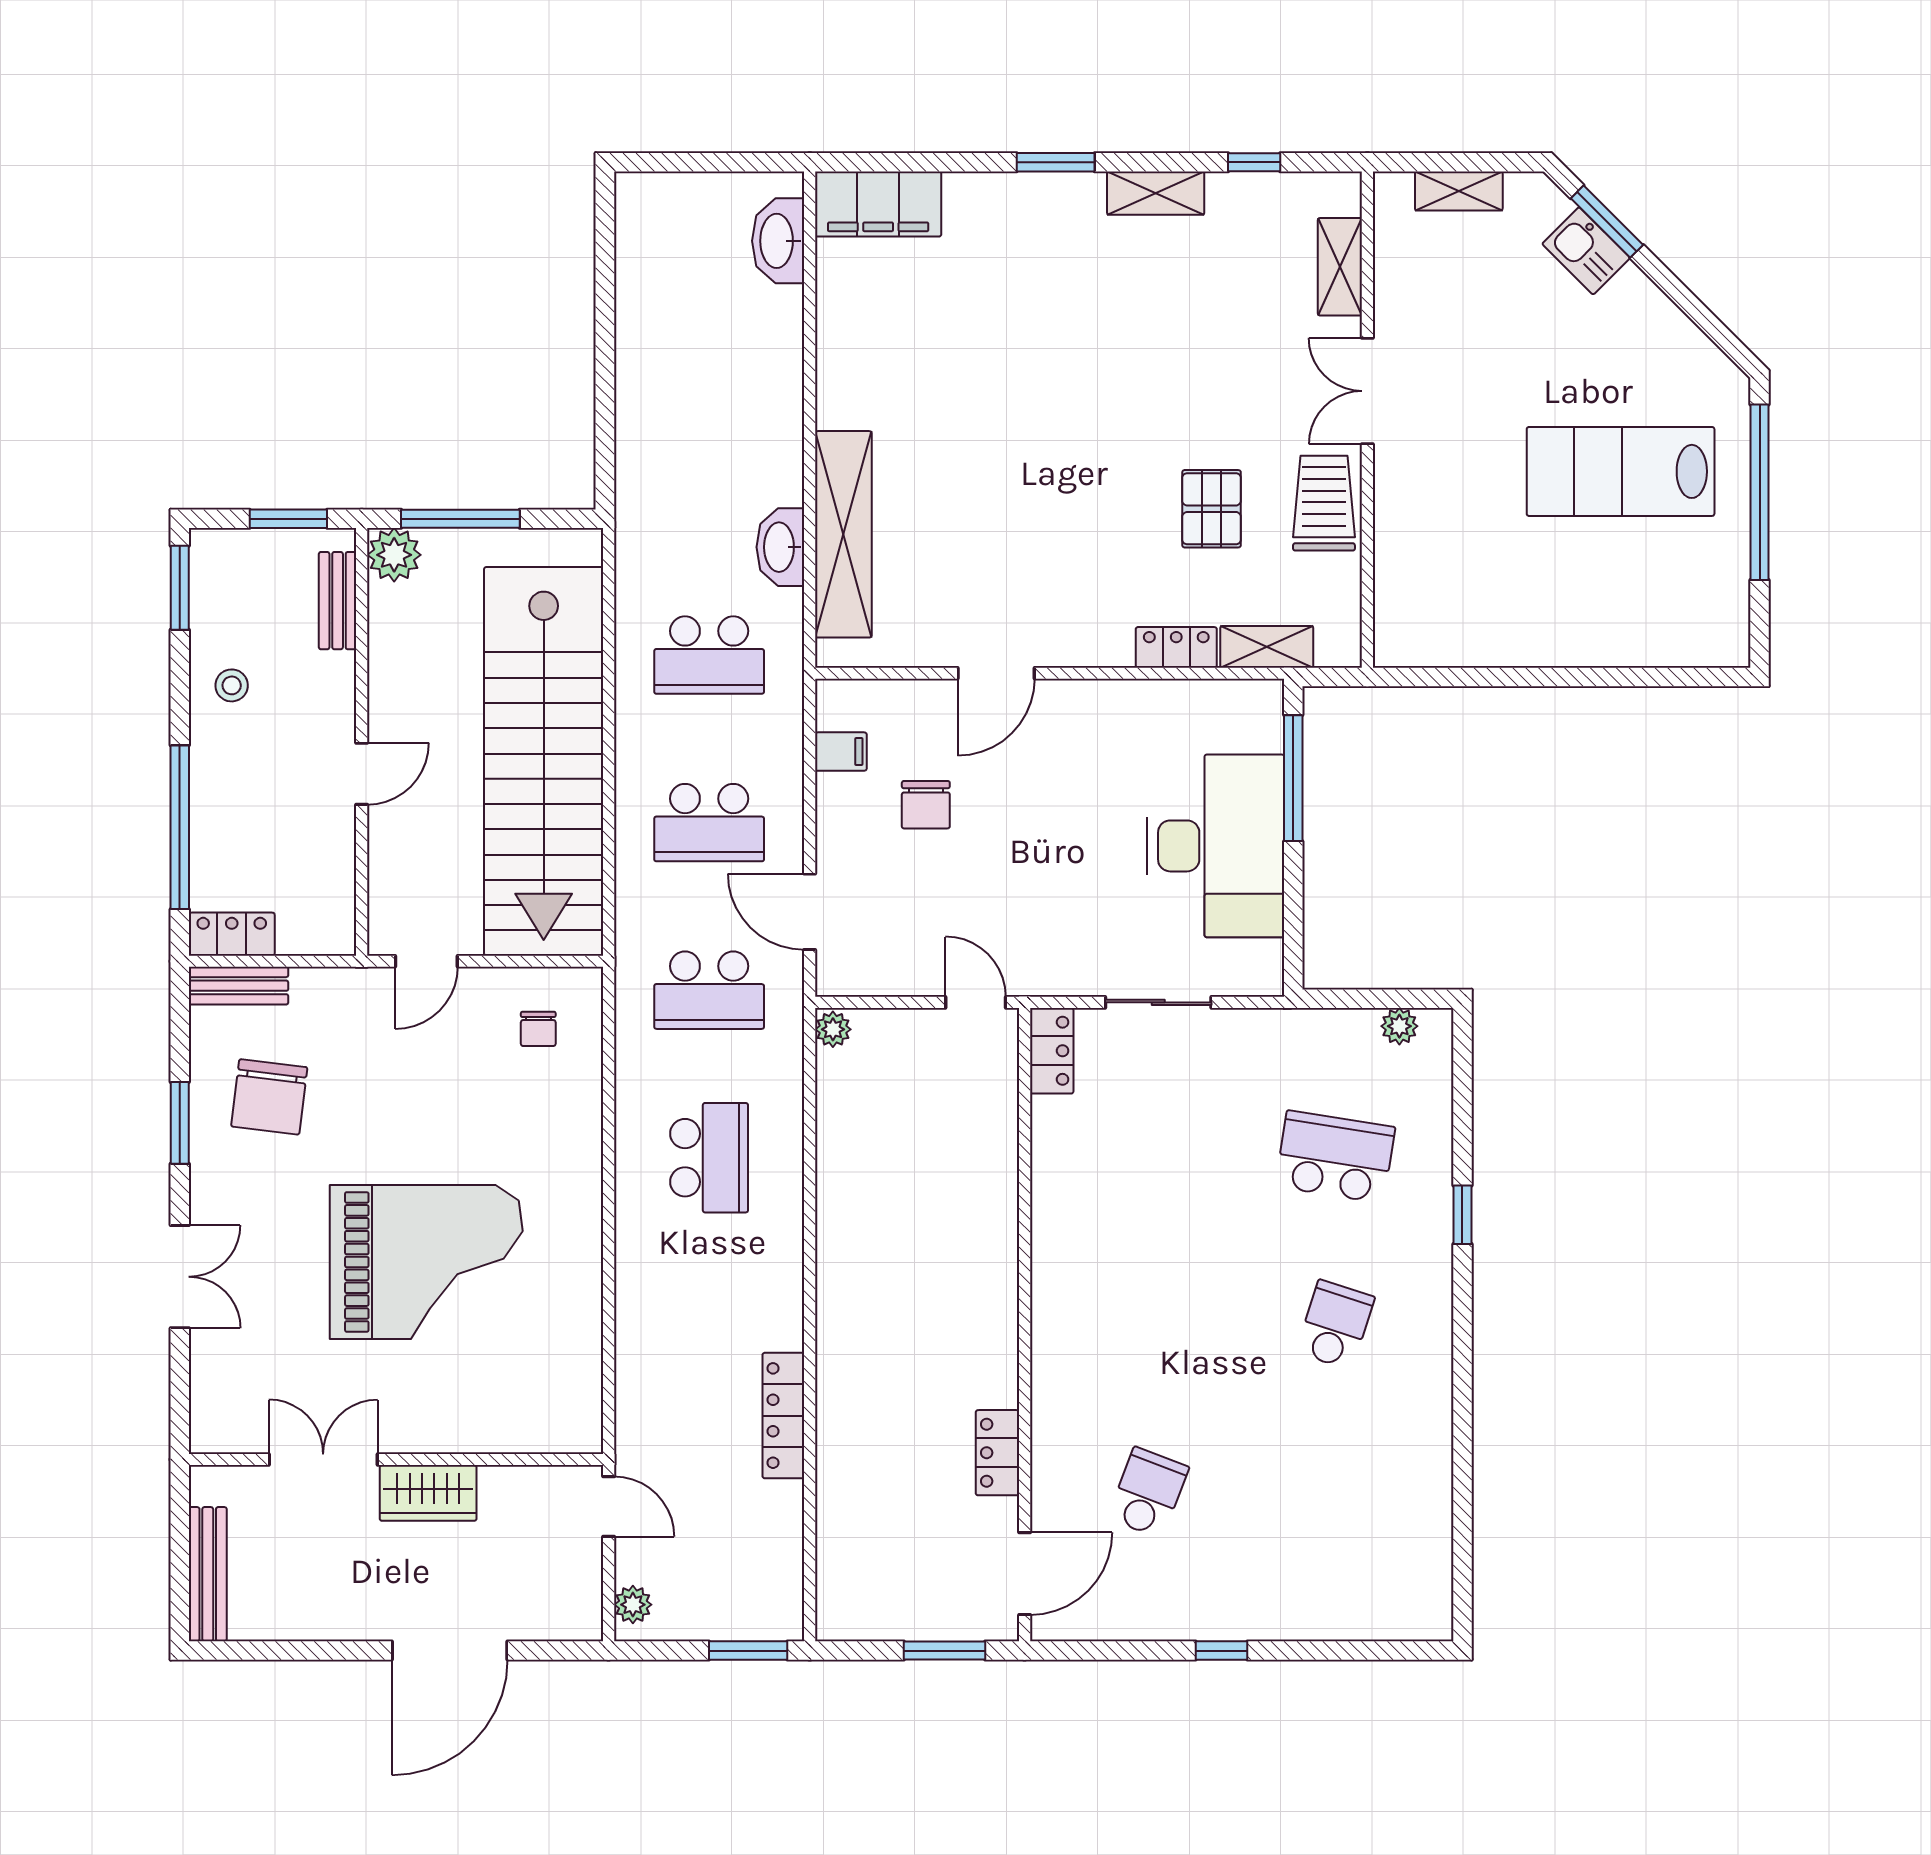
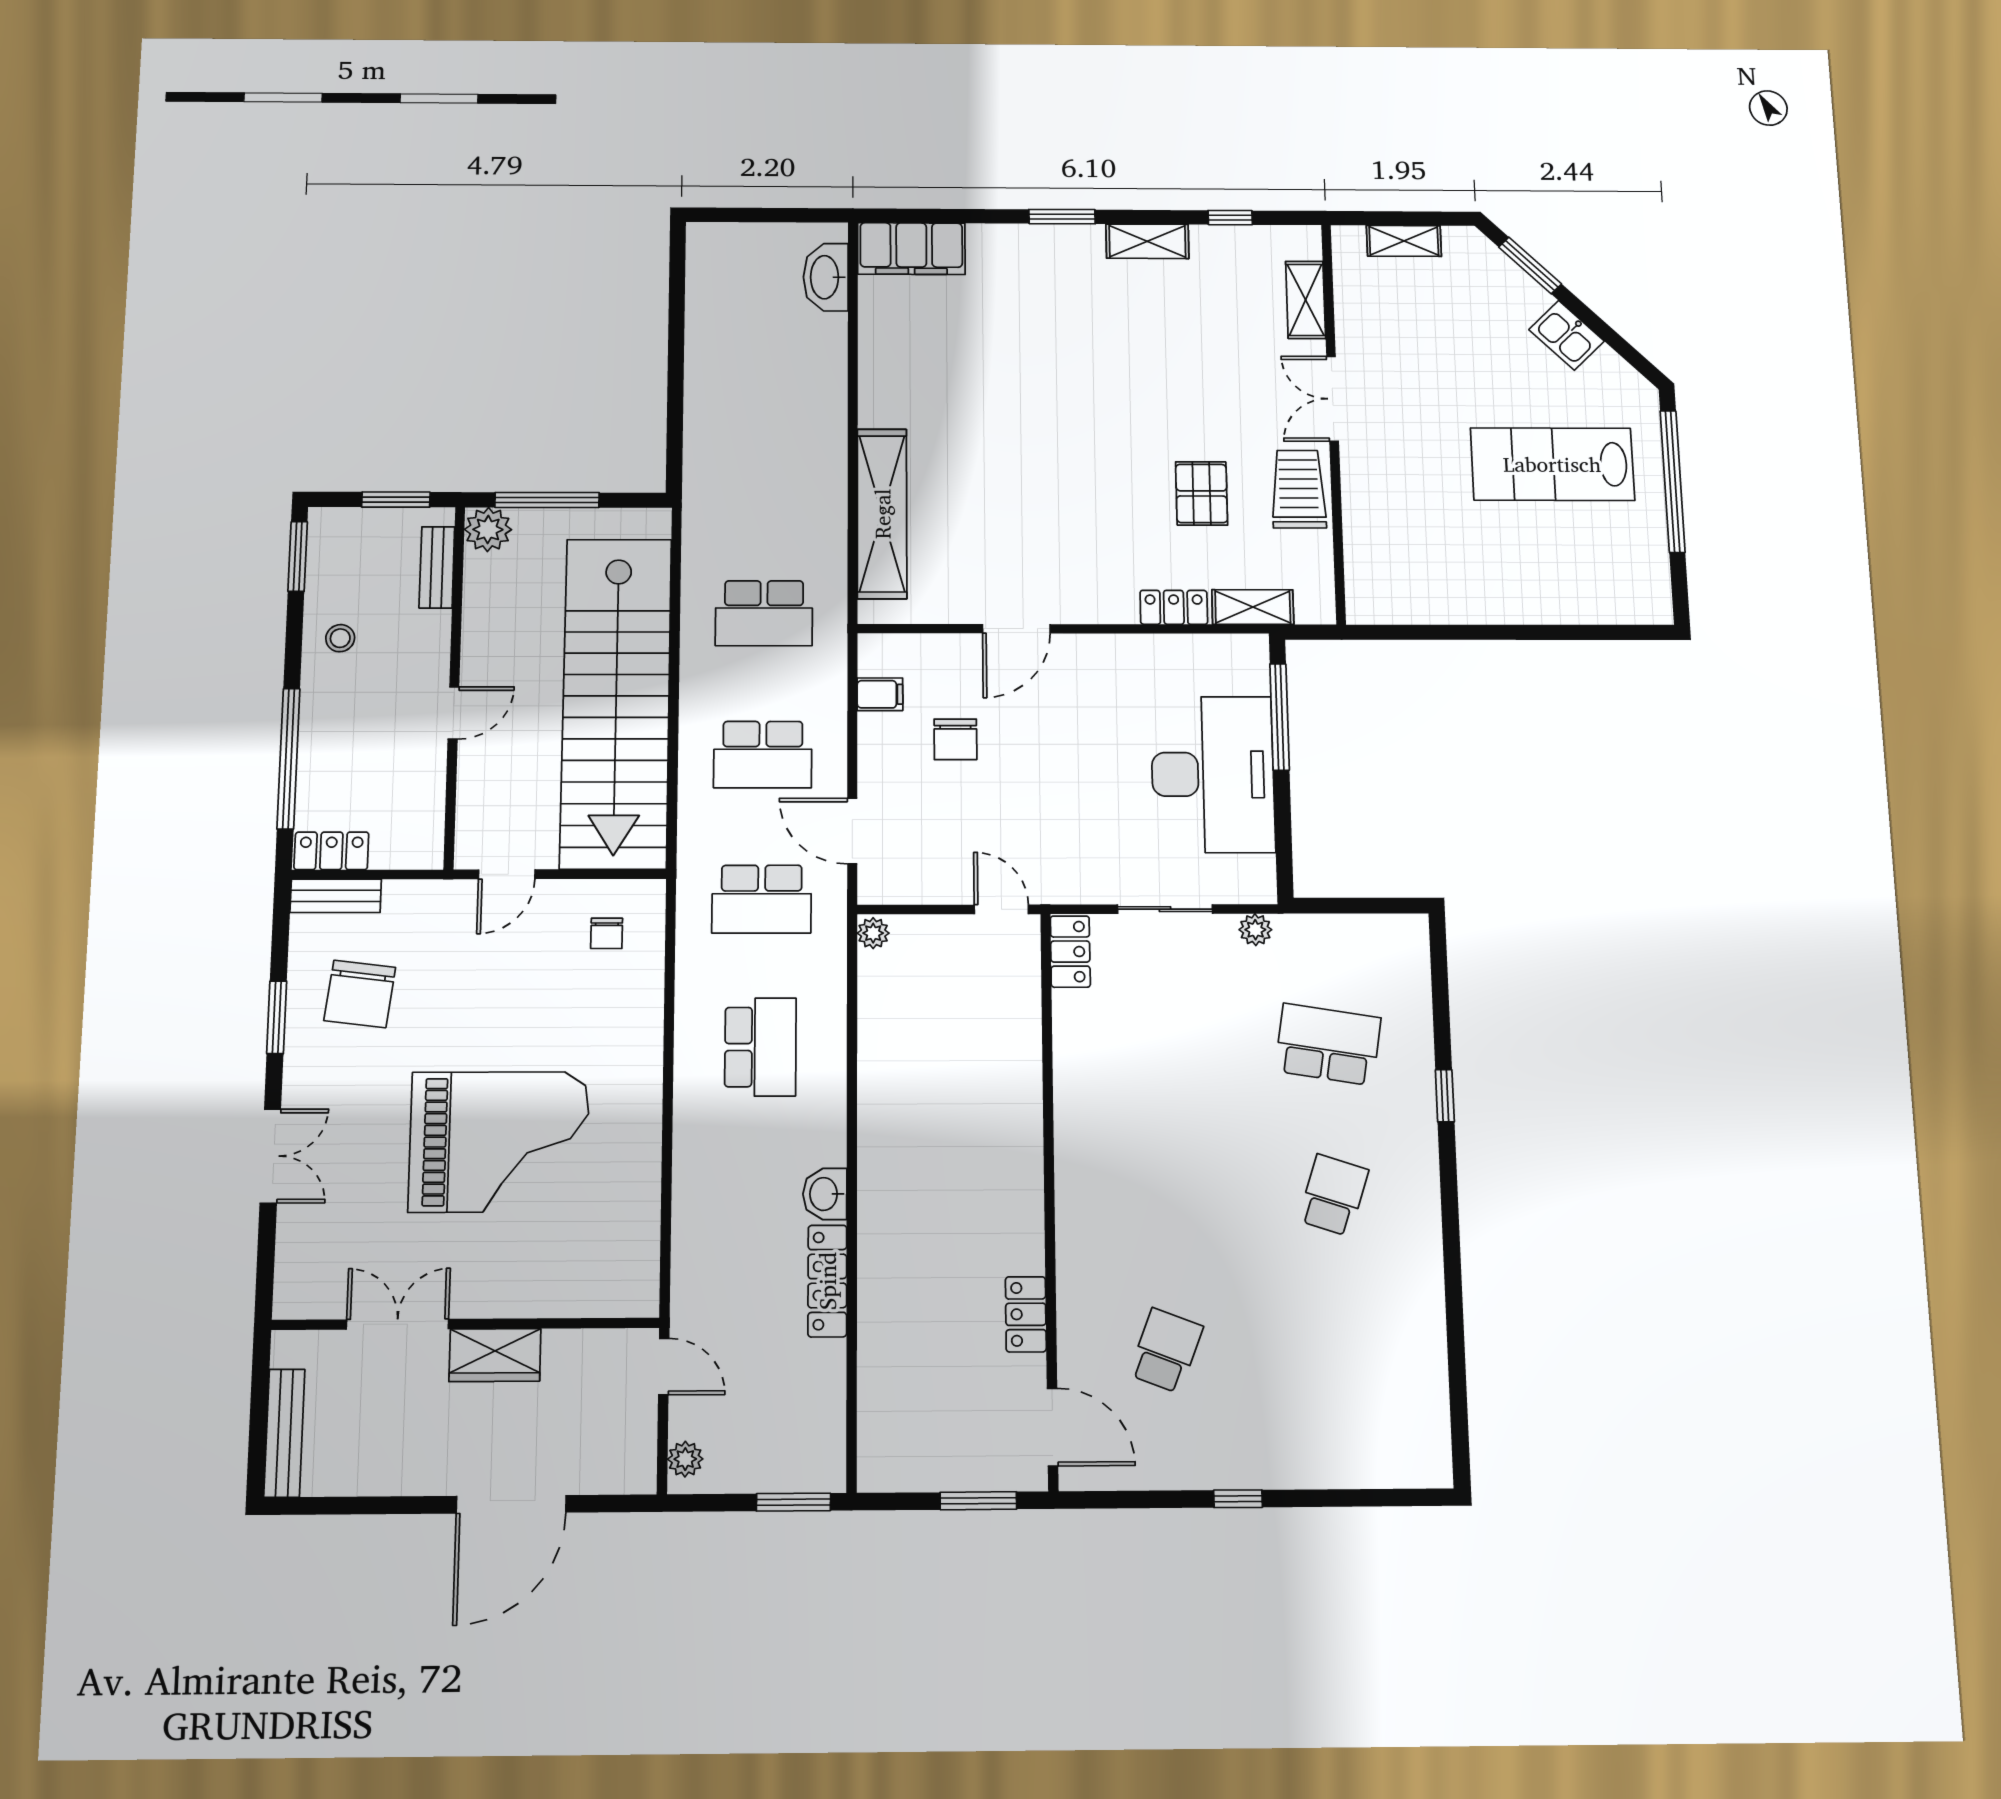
kitchen sink: (1586, 251) -> (1566, 335), moved
washbasin: (780, 547) -> (825, 1194), moved, width x0.72
plant: (1399, 1026) -> (1255, 930), moved
door: (1025, 1574) -> (1052, 1427), hinge flipped

